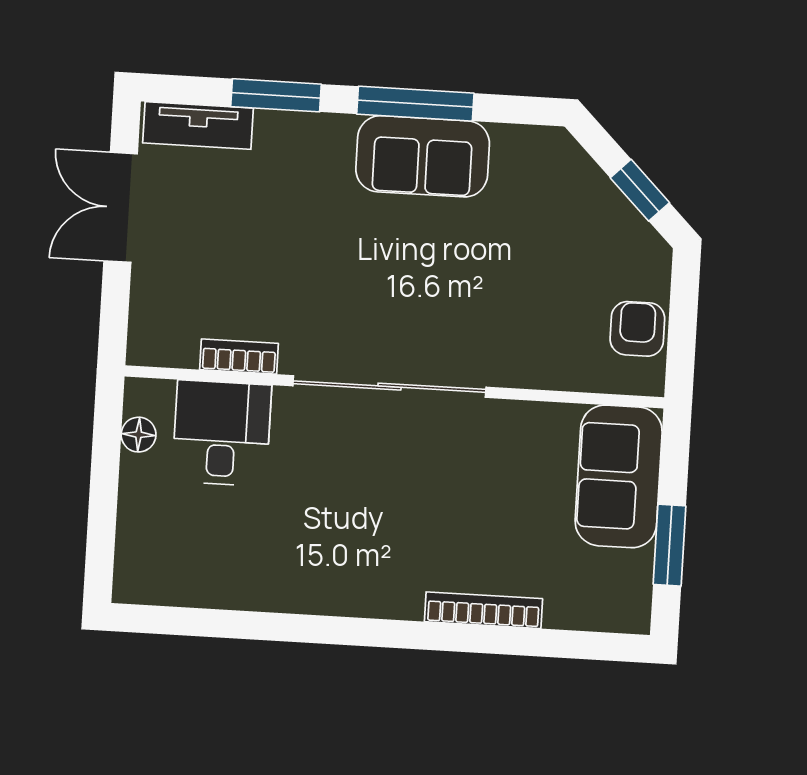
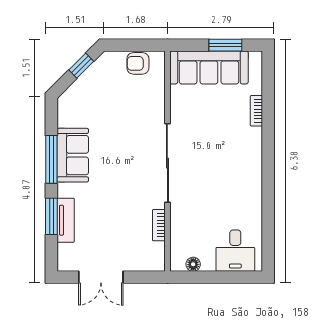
tv unit: (198, 126) -> (66, 220), moved
desk: (222, 433) -> (235, 251), moved, turned -90
sofa: (619, 476) -> (209, 67), width x1.36
bookcase: (483, 610) -> (256, 111), width x0.64

